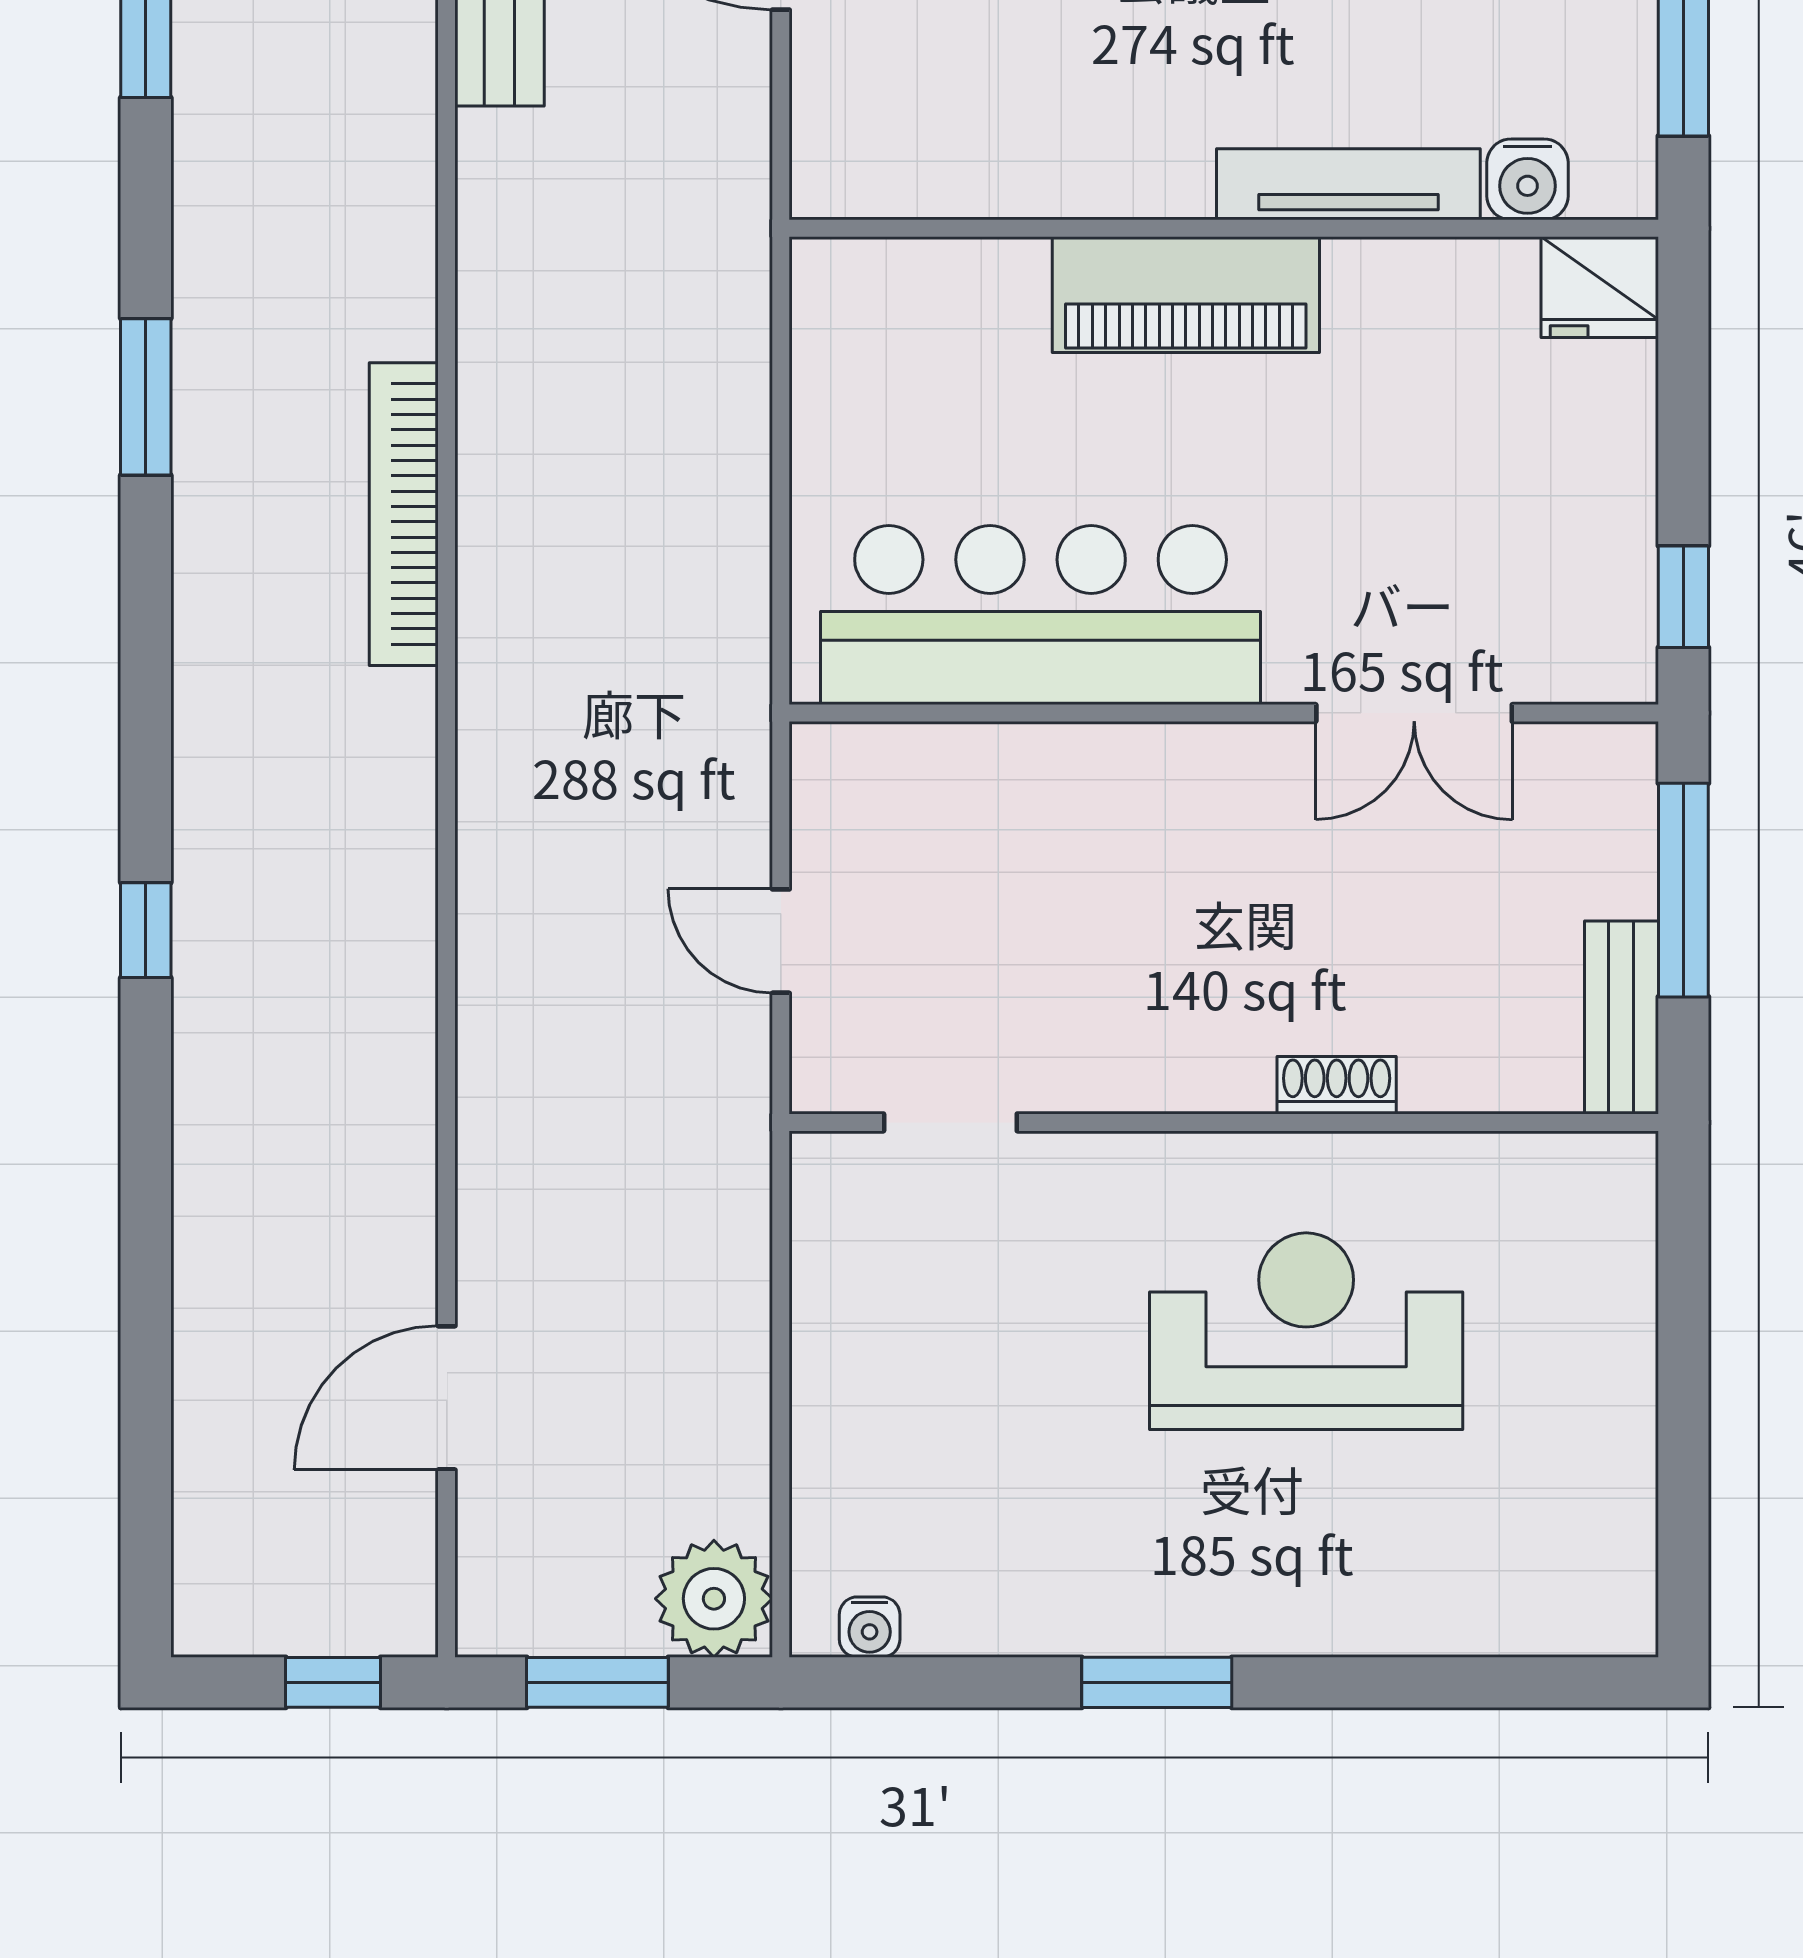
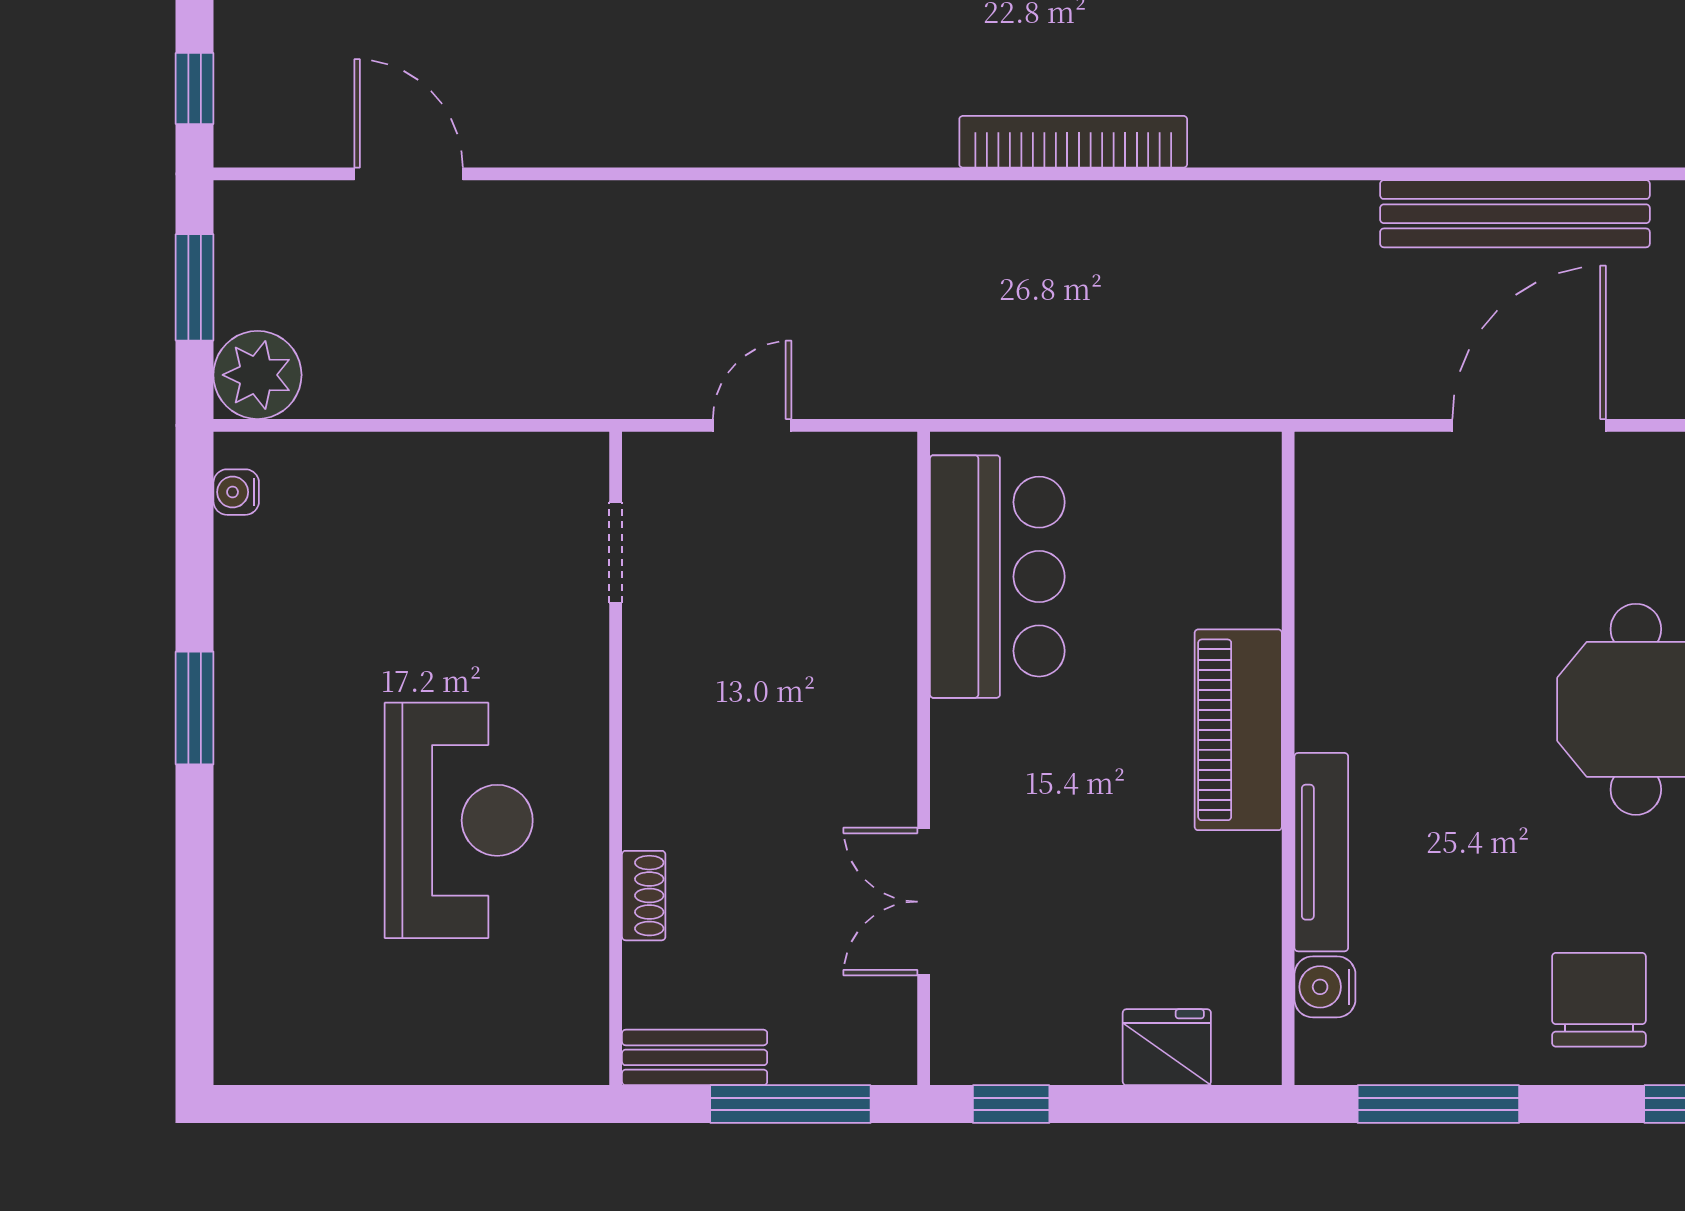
fridge: (1600, 287) -> (1167, 1047), moved, turned 90
bar counter: (1041, 615) -> (997, 577), width x0.73
shoe rack: (1337, 1085) -> (644, 896), moved

